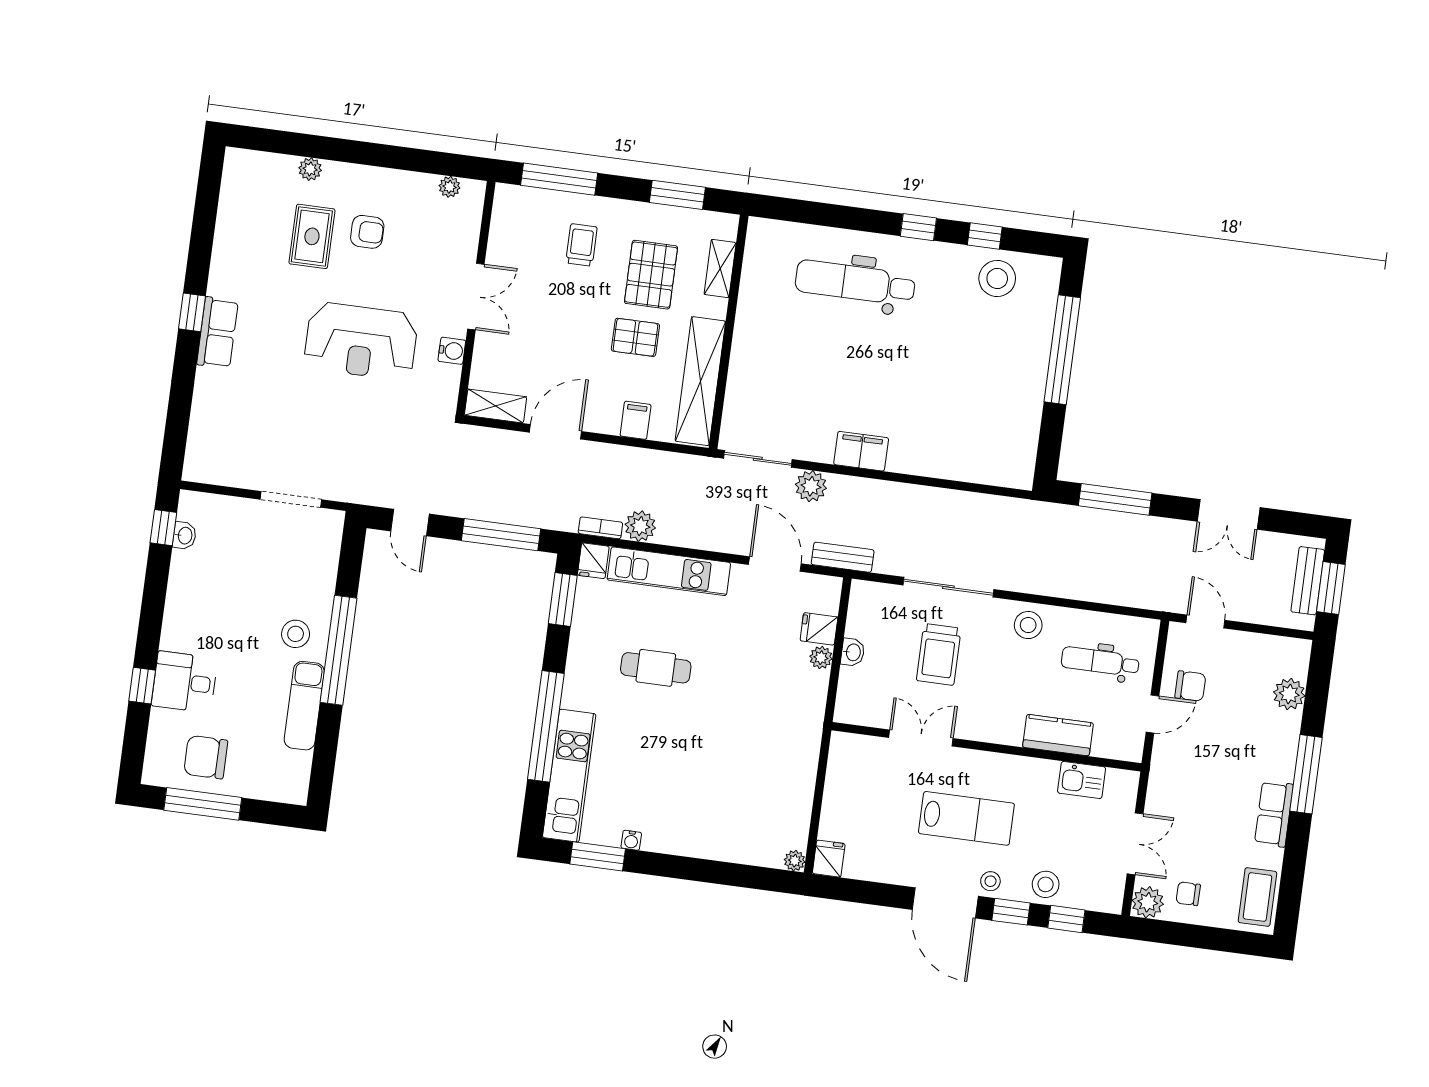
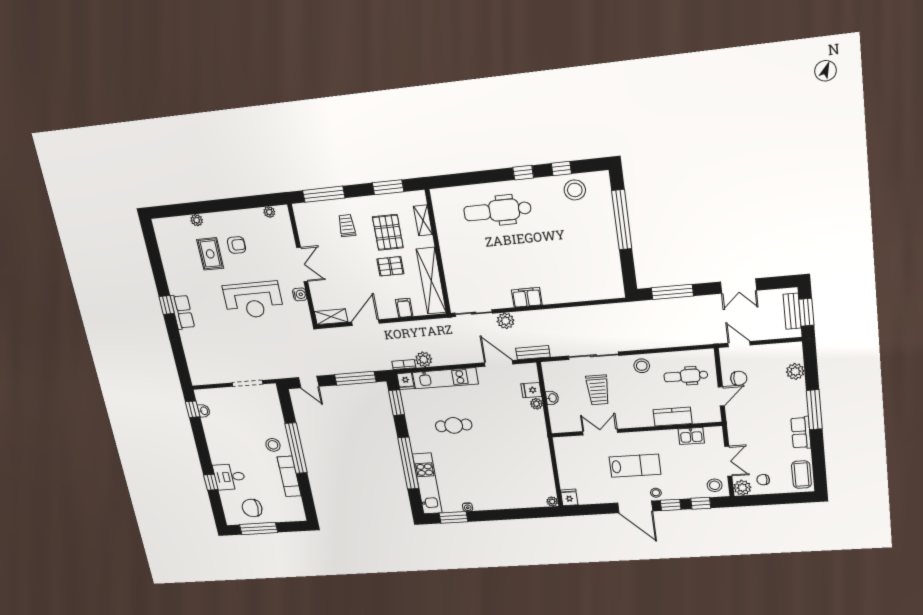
stool: (1046, 884) -> (715, 485), moved

